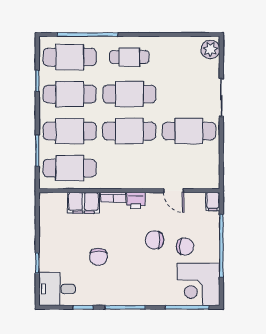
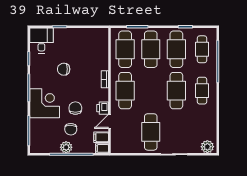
cafe table: (70, 57) -> (202, 49), width x0.73, depth x0.74
cafe table: (129, 131) -> (125, 91), moved
printer: (136, 200) -> (103, 108), moved
filing cabinet: (84, 203) -> (101, 137), moved, width x0.50
plant: (211, 253) -> (66, 147), added
corner desk: (198, 284) -> (45, 103), moved, turned 90

